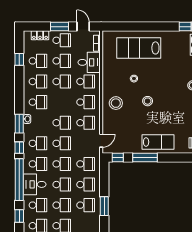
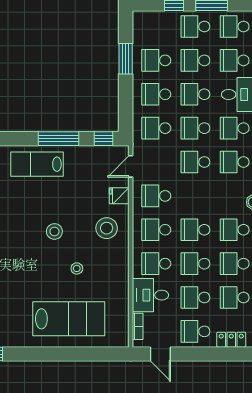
window: (60, 27) -> (199, 354), removed
school desk: (62, 123) -> (195, 230), moved
fridge: (108, 123) -> (119, 196), added

